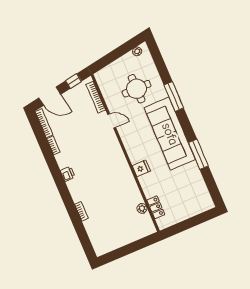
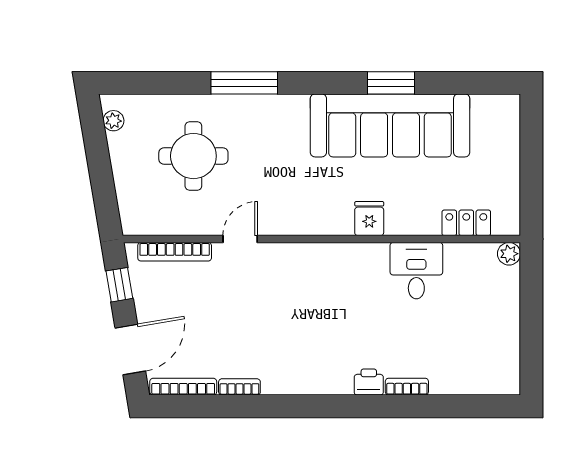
sofa: (170, 134) -> (390, 125), moved
window: (198, 154) -> (391, 83), width x0.69
printer: (68, 174) -> (369, 382), moved
desk: (129, 196) -> (416, 271), added
plant: (142, 208) -> (509, 254), moved

